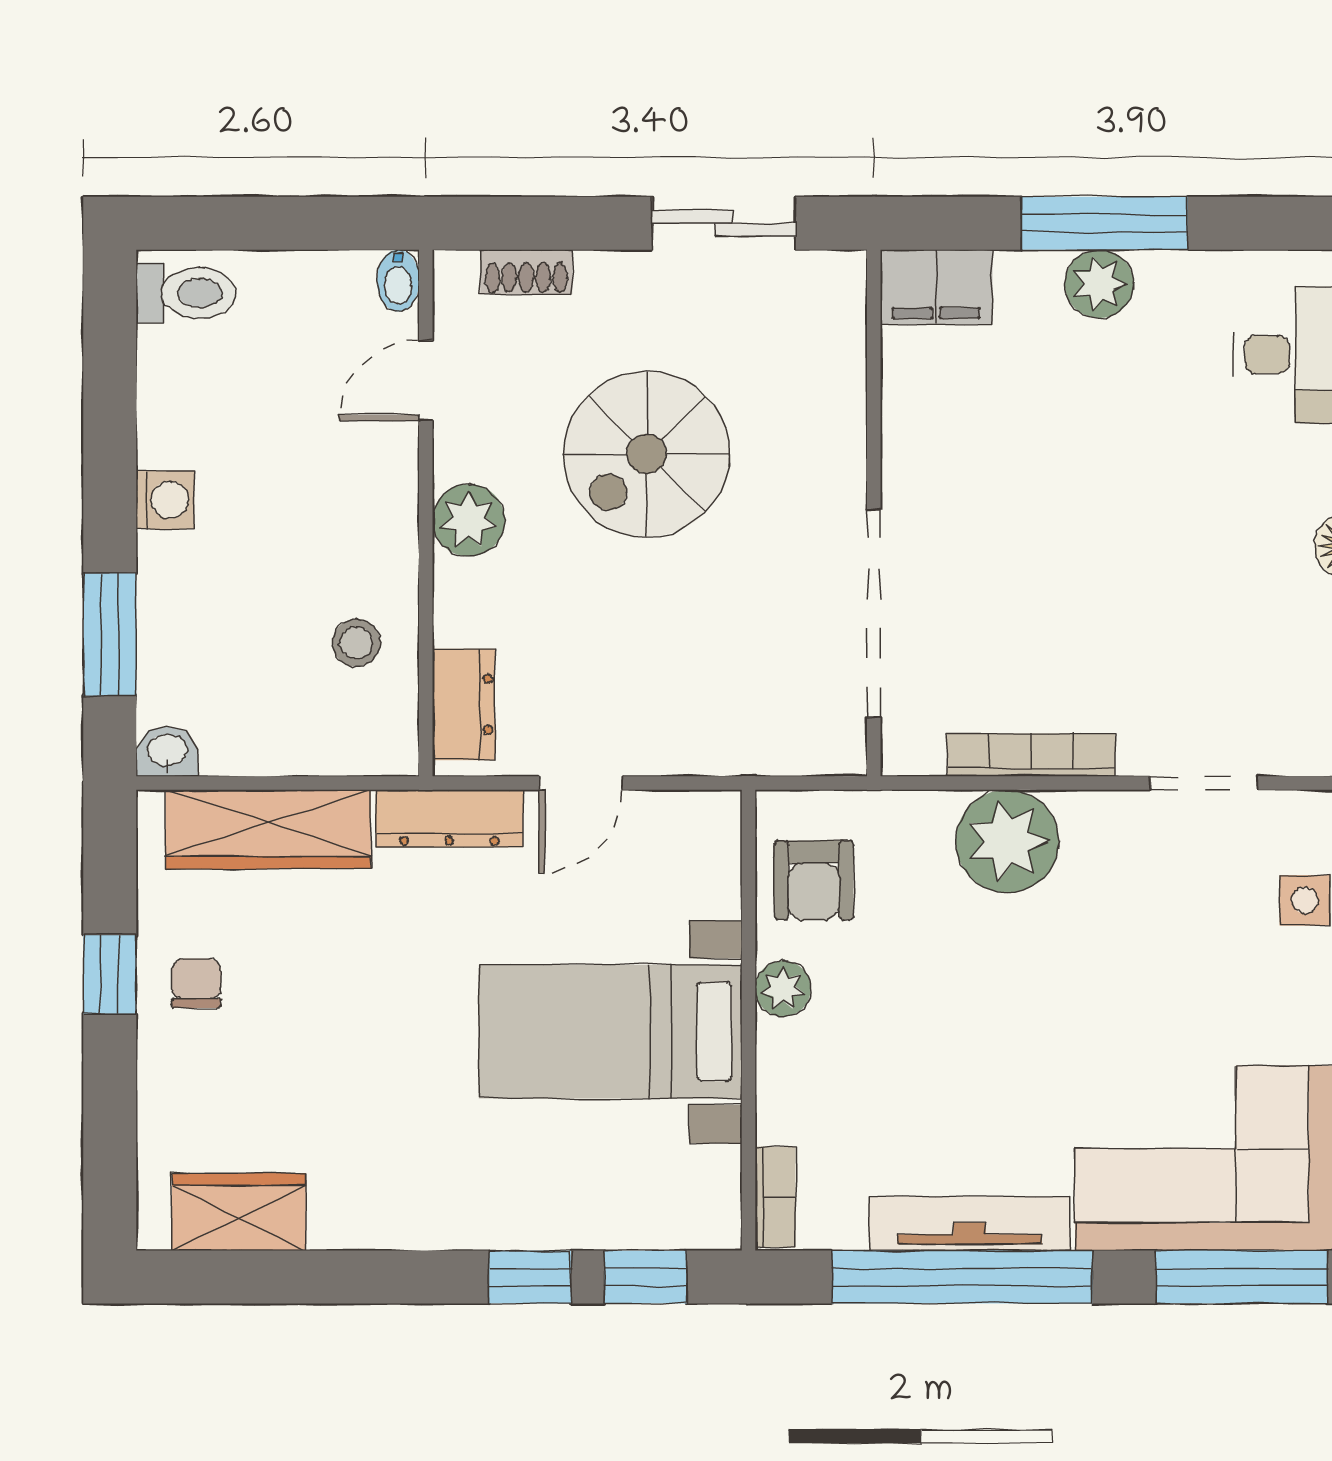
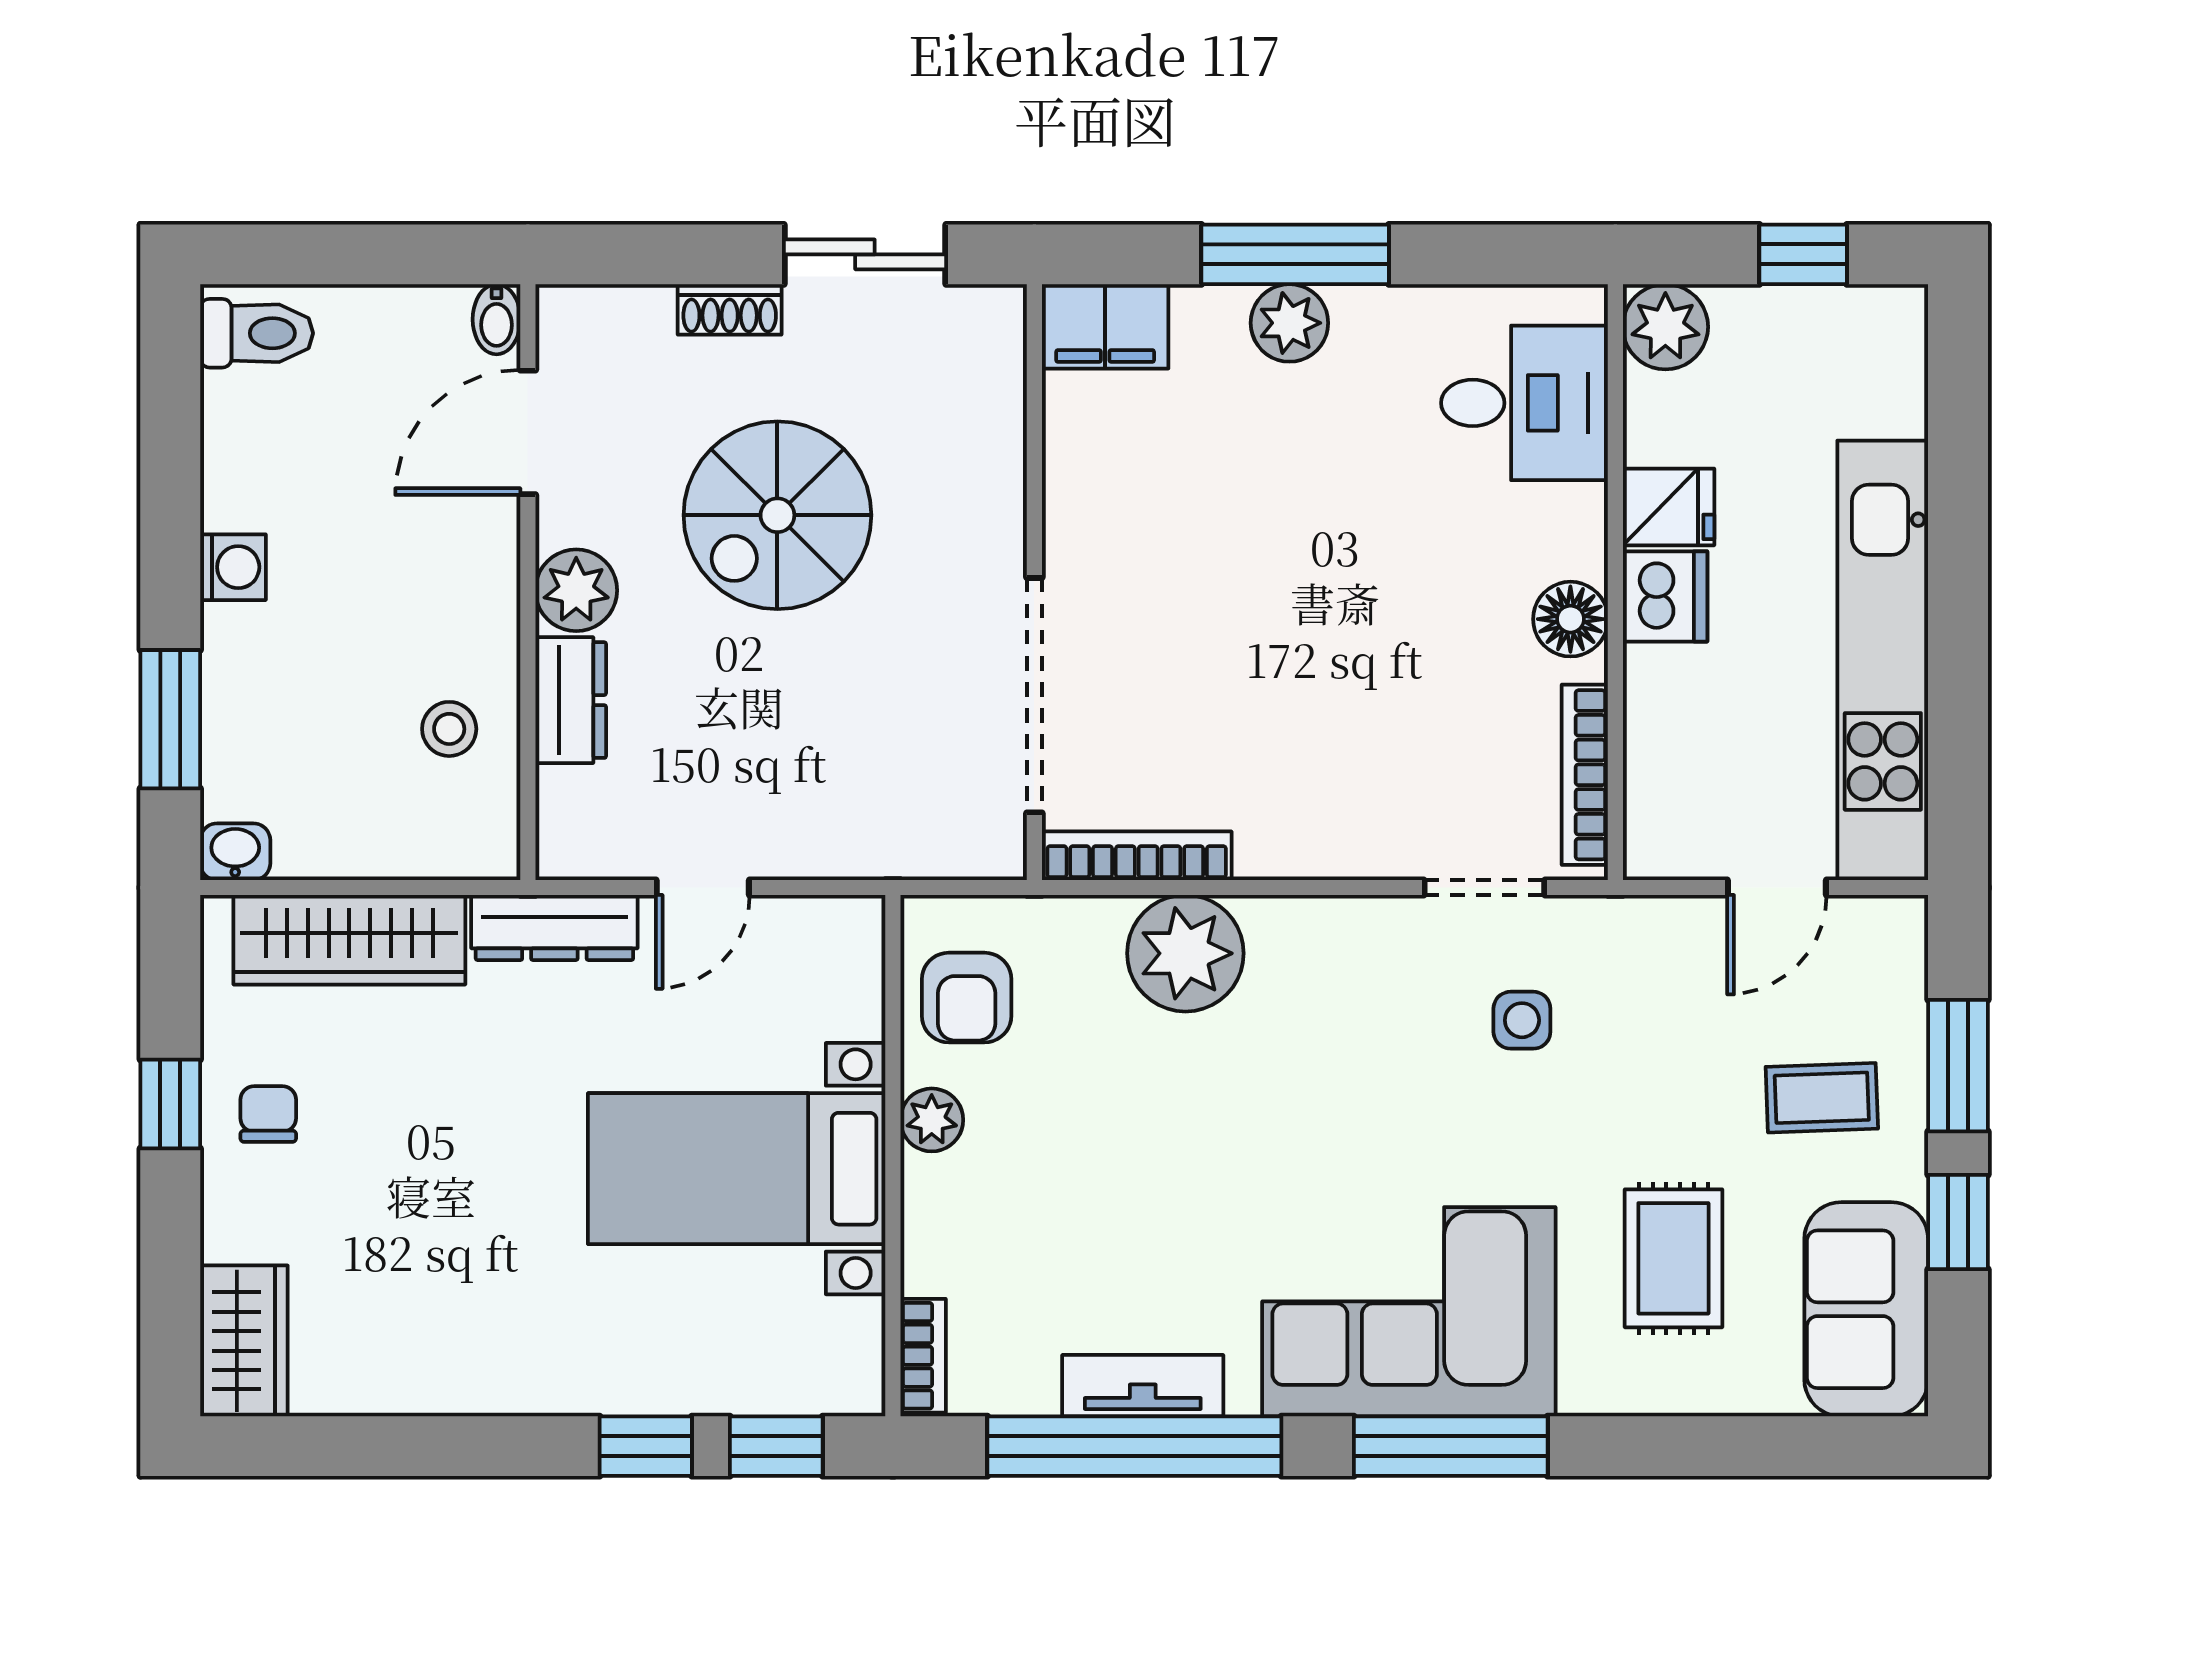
shoe rack: (526, 272) -> (730, 309), moved
door: (426, 381) -> (528, 432), width x1.38
dresser: (464, 704) -> (571, 700), moved
bookcase: (1031, 755) -> (1137, 856), moved
doorway: (1204, 783) -> (1484, 888), moved
wardrobe: (239, 1212) -> (244, 1341), moved, turned 90
tv unit: (970, 1224) -> (1143, 1386), width x0.71

